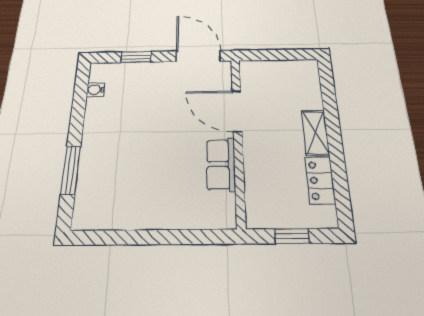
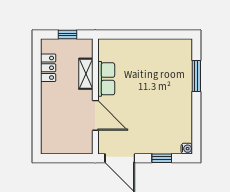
water cooler: (96, 90) -> (187, 149), moved
shelving: (315, 133) -> (86, 74), moved

